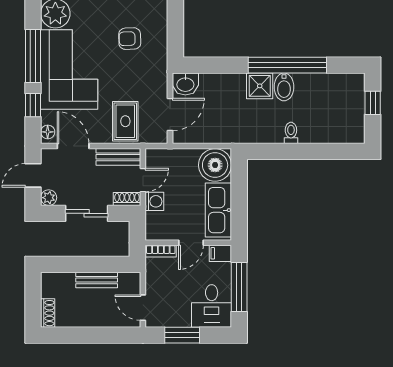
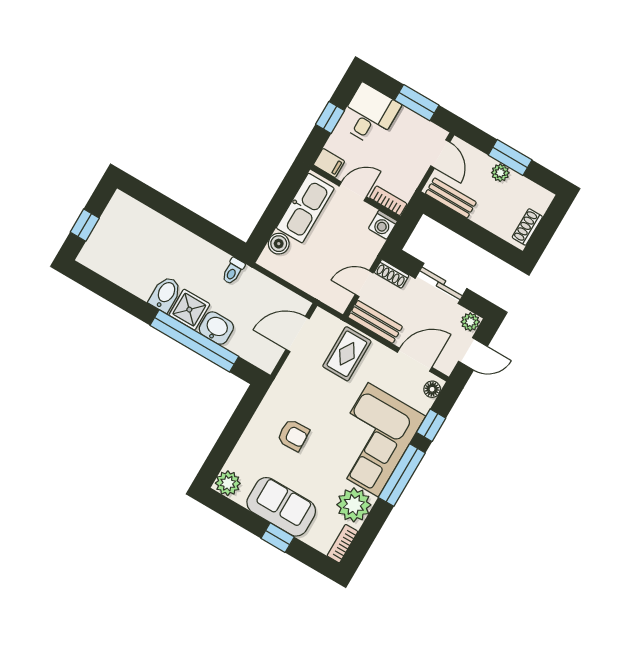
window: (287, 65) -> (194, 341), moved
washbasin: (185, 84) -> (216, 328), moved
toilet: (291, 133) -> (233, 271), moved
door: (73, 146) -> (415, 360), swing flipped
boiler: (215, 165) -> (279, 244), width x0.54, depth x0.54
washing machine: (154, 201) -> (383, 225), moved, turned -90
bench: (97, 280) -> (451, 198), moved
window: (239, 287) -> (330, 118), width x0.46
shoe rack: (48, 313) -> (527, 227), moved
plant: (91, 320) -> (500, 173), added
window: (90, 335) -> (510, 157), added

